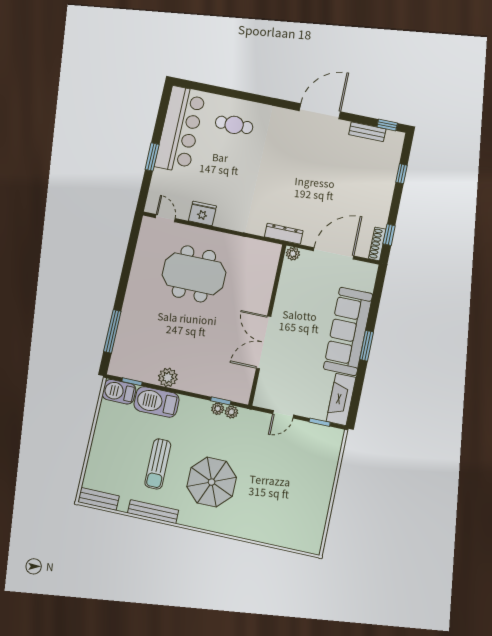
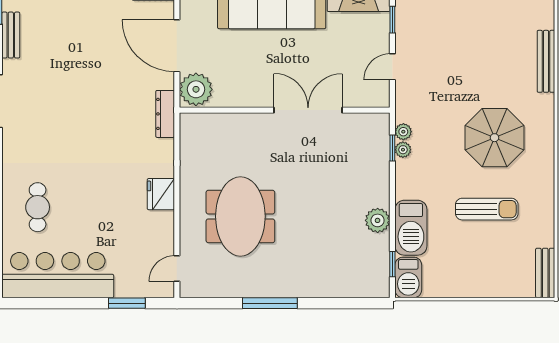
window: (152, 157) -> (127, 303), moved
fridge: (202, 213) -> (161, 194), moved
plant: (293, 254) -> (196, 89), width x1.87, depth x1.87
window: (112, 331) -> (270, 303), moved
double door: (264, 342) -> (308, 110), swing flipped
door: (283, 414) -> (392, 67), swing flipped
bench: (153, 512) -> (546, 61), moved

